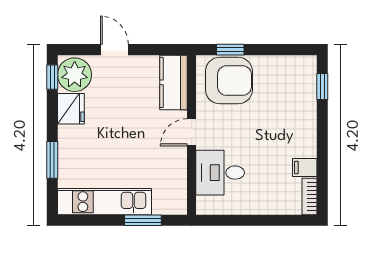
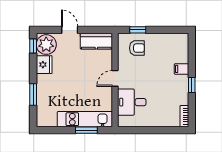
armchair: (229, 81) -> (137, 48), width x0.53, depth x0.53
kitchen counter: (174, 82) -> (96, 41), moved, turned -90
window: (322, 87) -> (192, 85), moved
filing cabinet: (305, 167) -> (182, 69), moved
kitchen unit: (104, 202) -> (85, 119), moved

